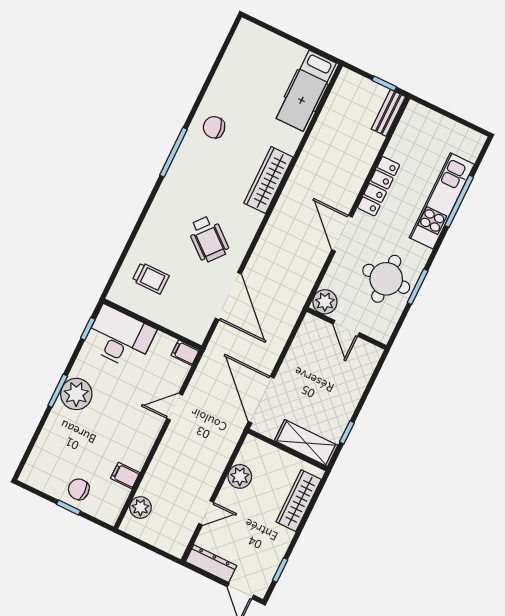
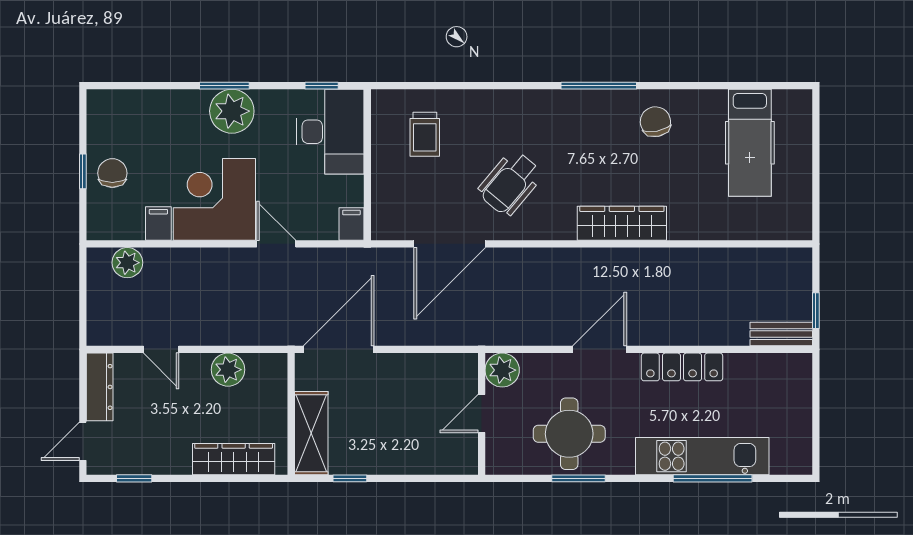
hospital bed: (306, 91) -> (750, 143), moved, turned -90
corner desk: (127, 432) -> (214, 199), added

